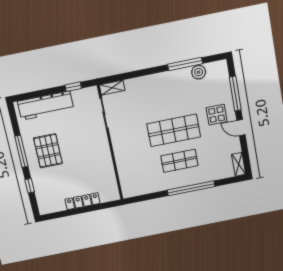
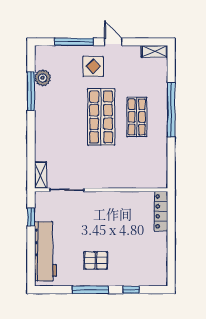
door: (241, 128) -> (113, 42), swing flipped
pallet: (48, 151) -> (96, 260), width x0.67, depth x0.71
locker: (83, 201) -> (161, 211), moved

